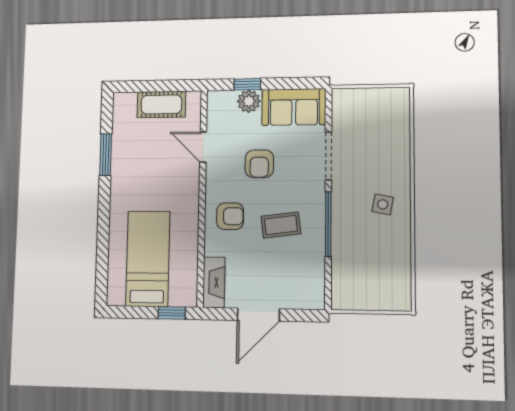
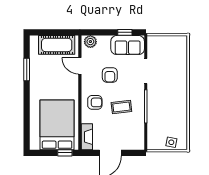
window: (247, 84) -> (125, 32), moved
plant: (249, 101) -> (90, 42), moved
cot: (161, 104) -> (57, 45), width x1.37, depth x1.34
side table: (383, 204) -> (171, 142), moved
bed: (148, 259) -> (57, 125), width x1.50

